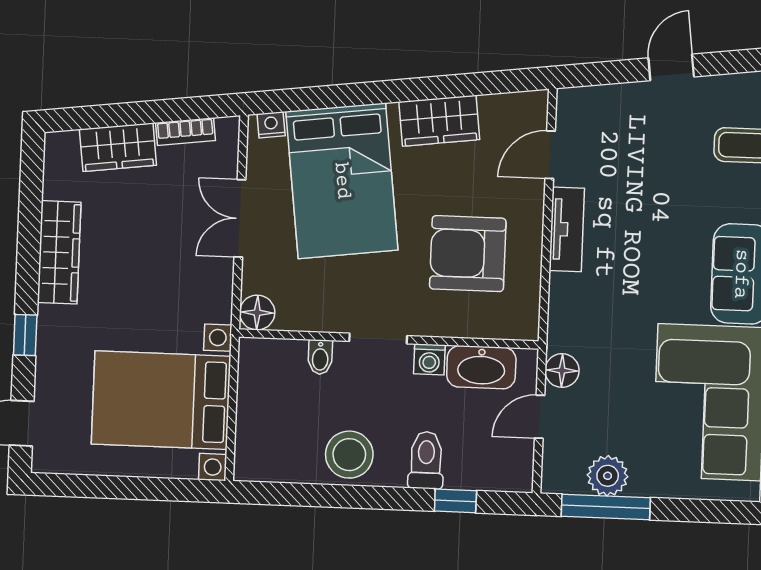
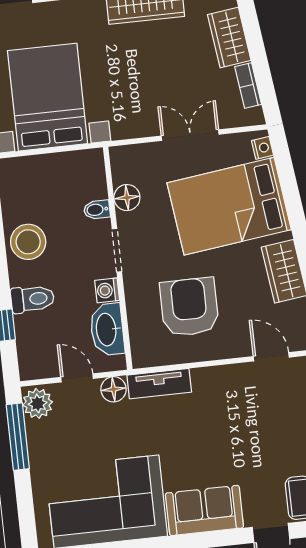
tv unit: (567, 229) -> (159, 384), moved
floor lamp: (257, 313) -> (127, 198), moved
plant: (608, 476) -> (38, 403), moved

